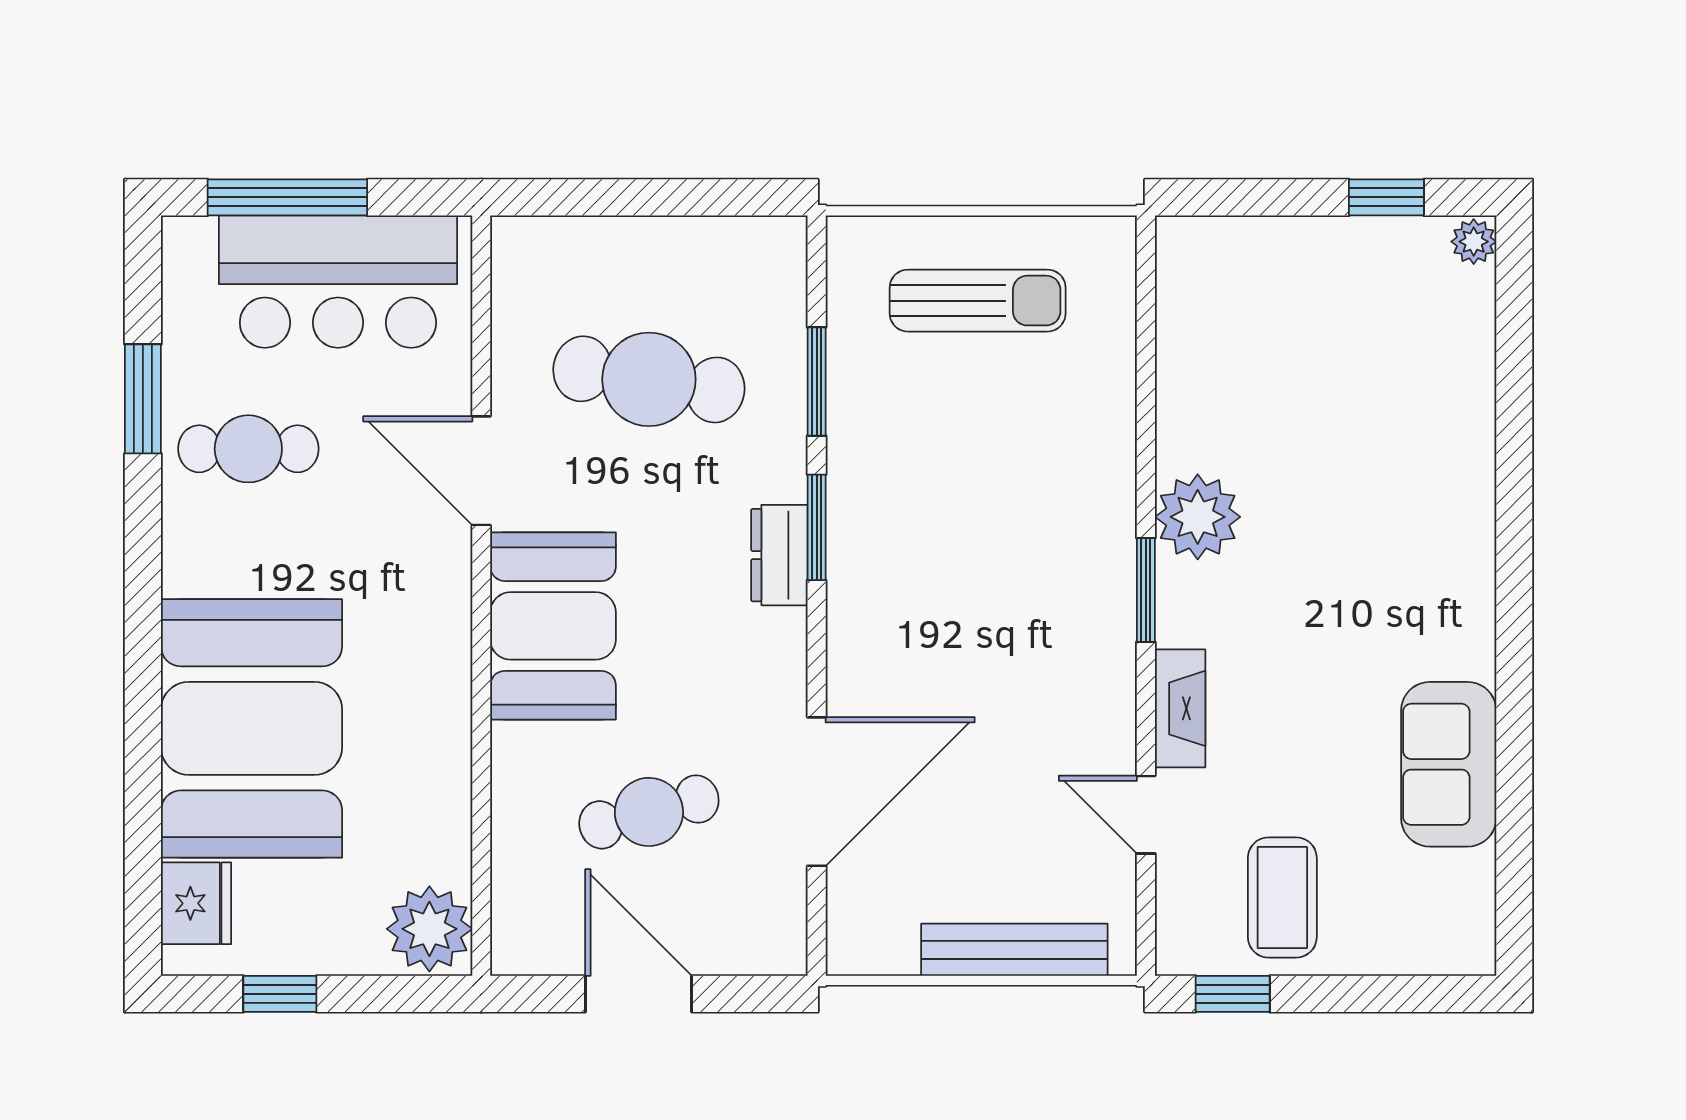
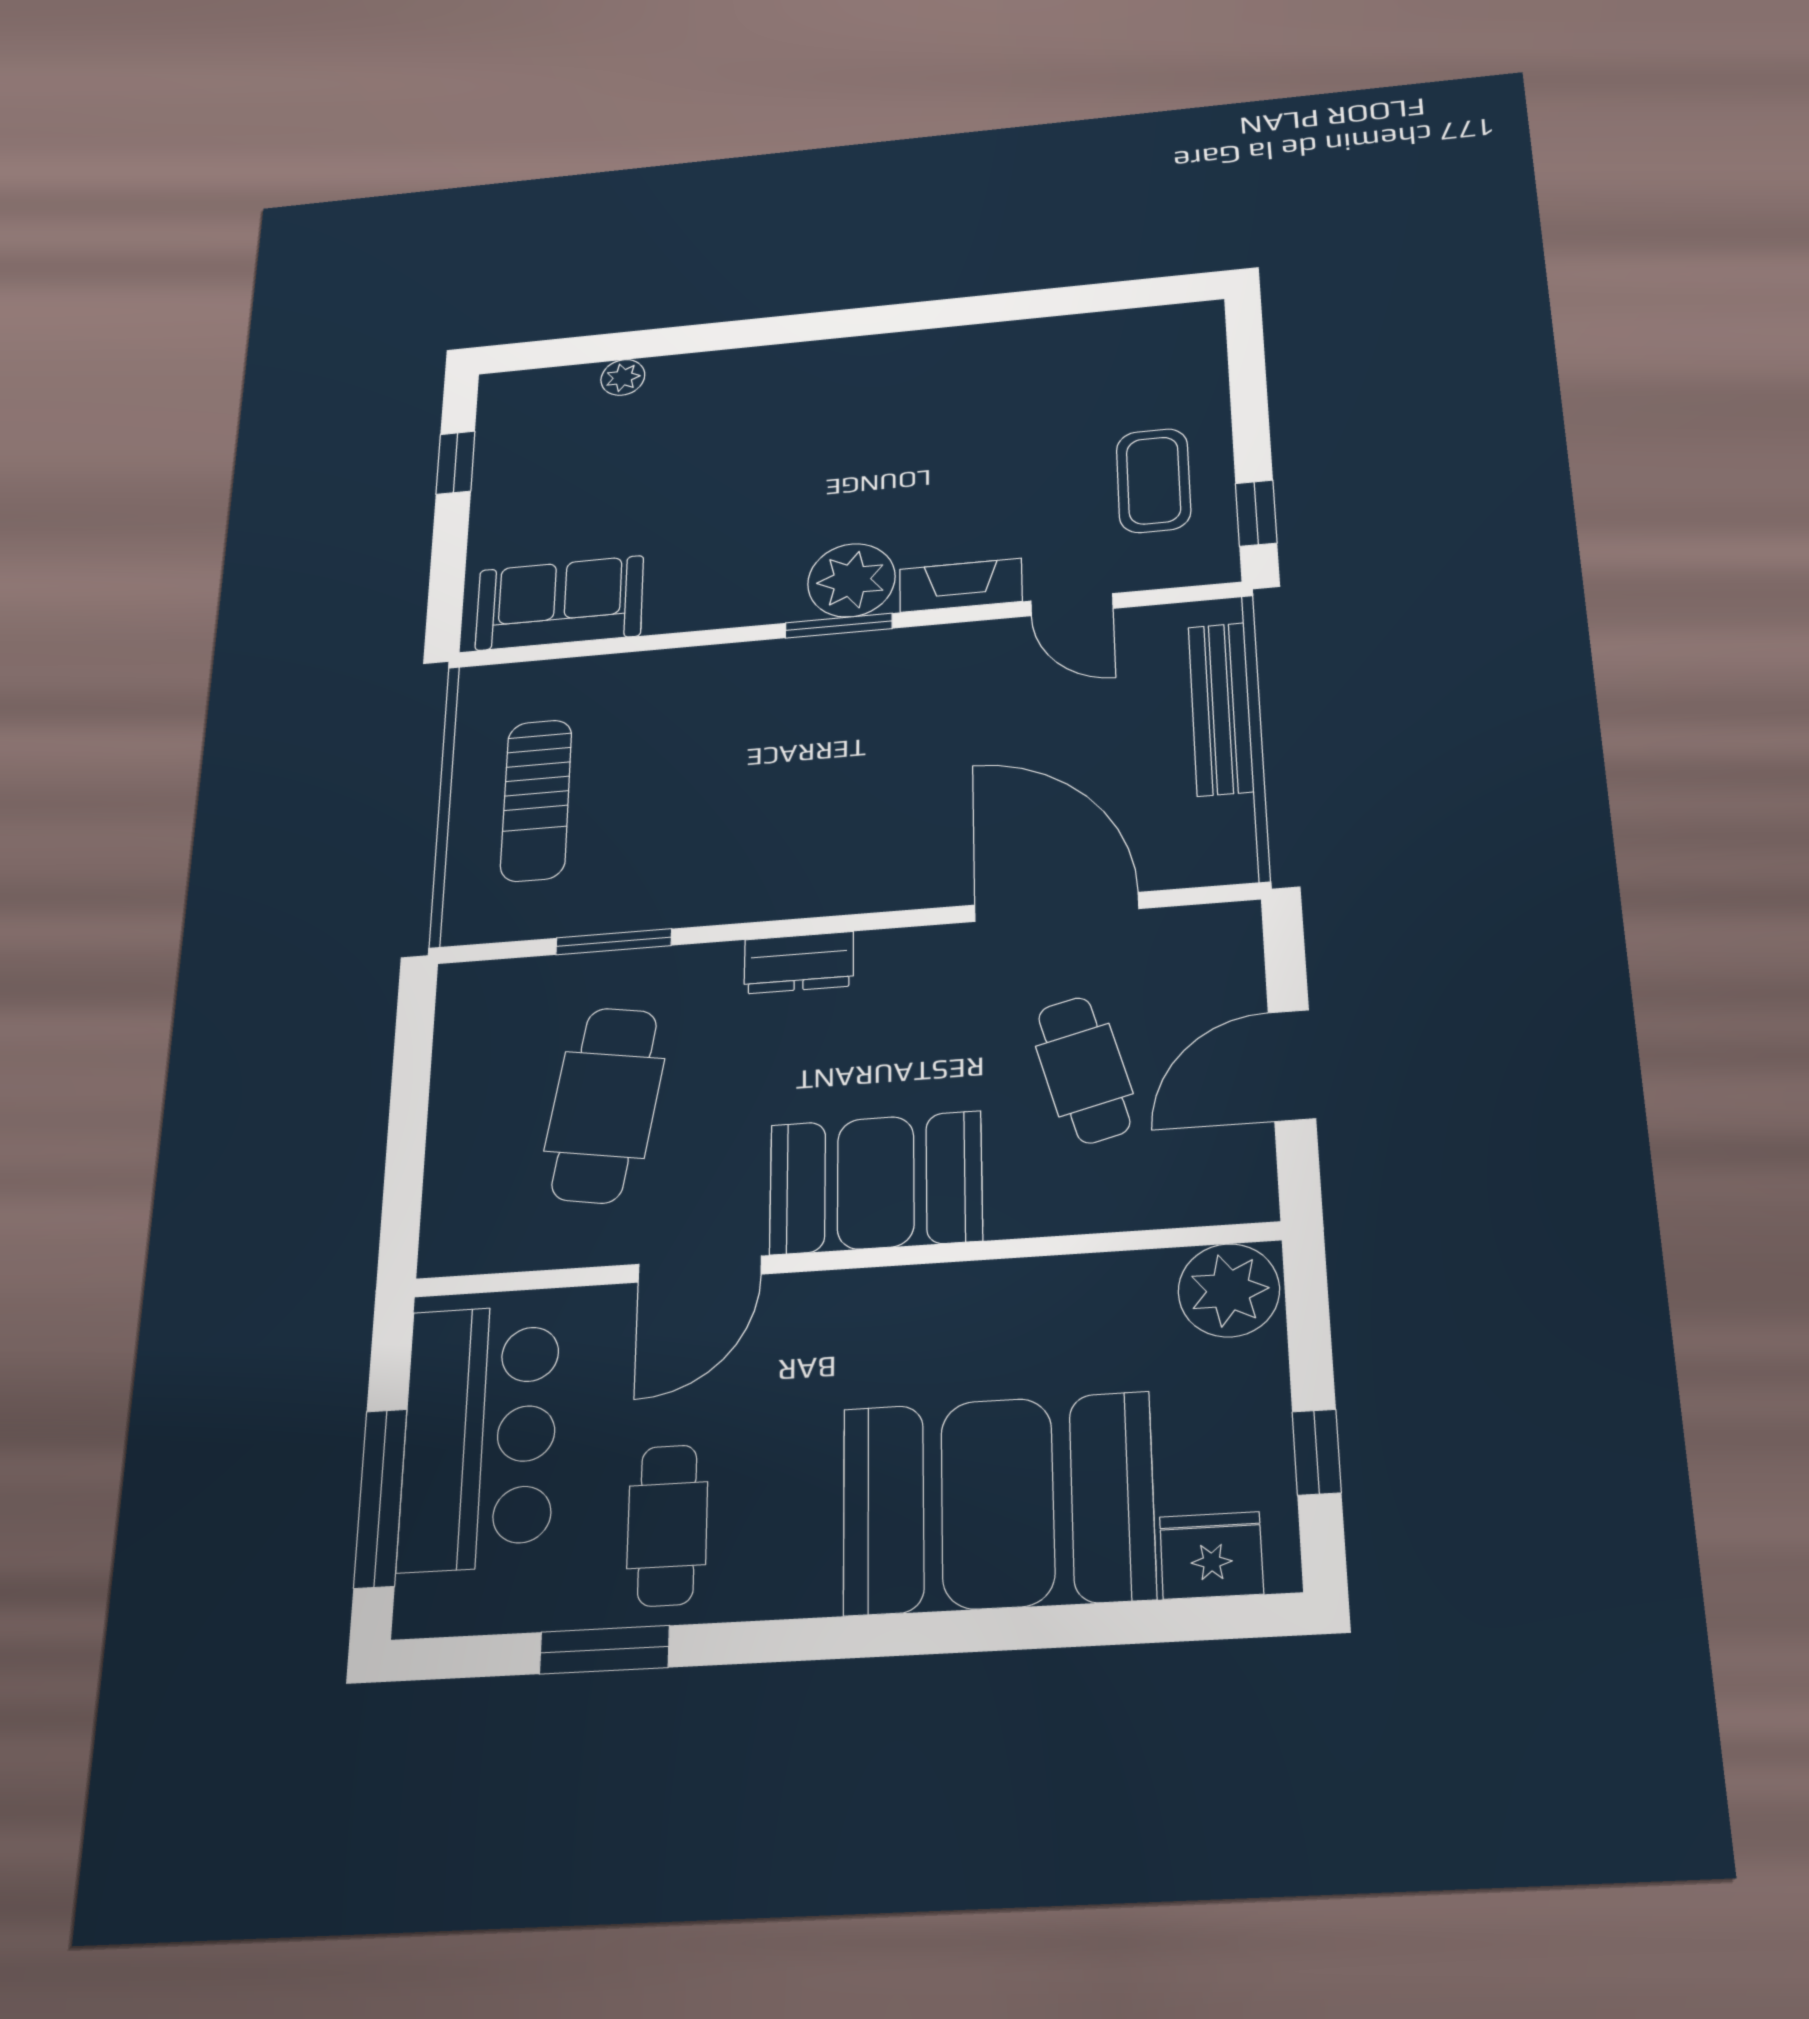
plant: (1474, 242) -> (623, 377), moved
sun lounger: (978, 301) -> (536, 800), turned 180
plant: (1198, 517) -> (851, 580), moved
window: (817, 527) -> (770, 929), removed
sofa: (1449, 764) -> (560, 603), moved, turned 180
door: (1146, 815) -> (1072, 605), hinge flipped
coffee table: (1282, 897) -> (1154, 481), turned 90

